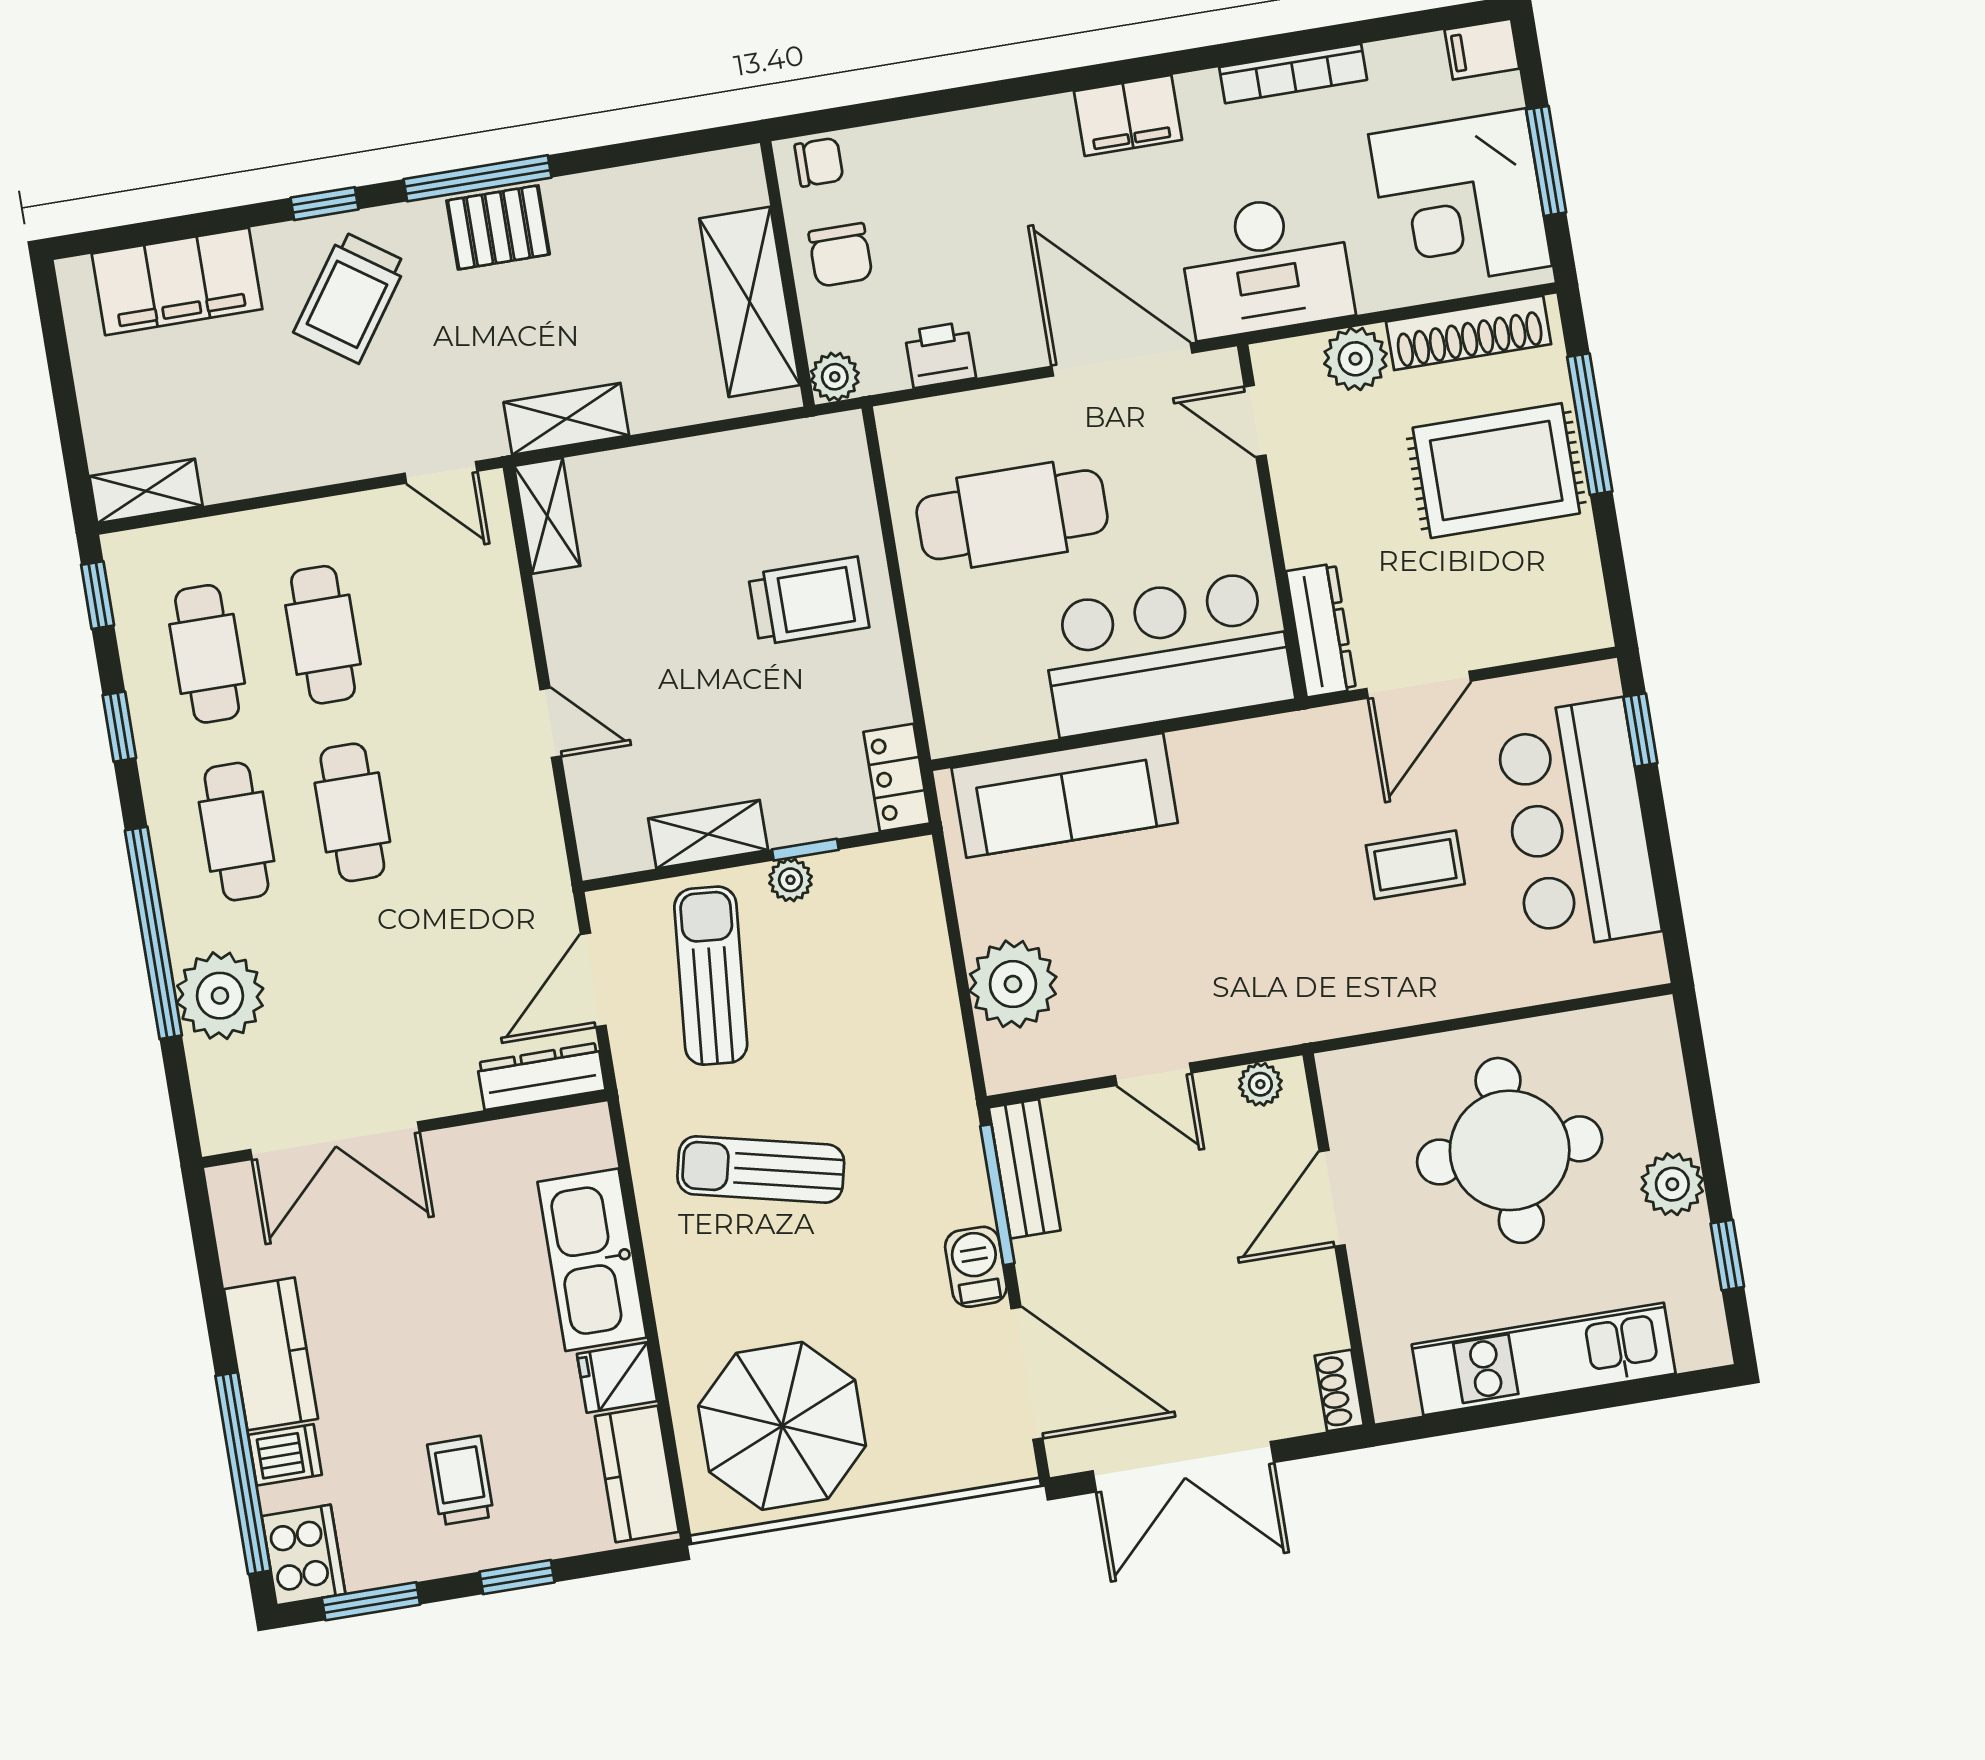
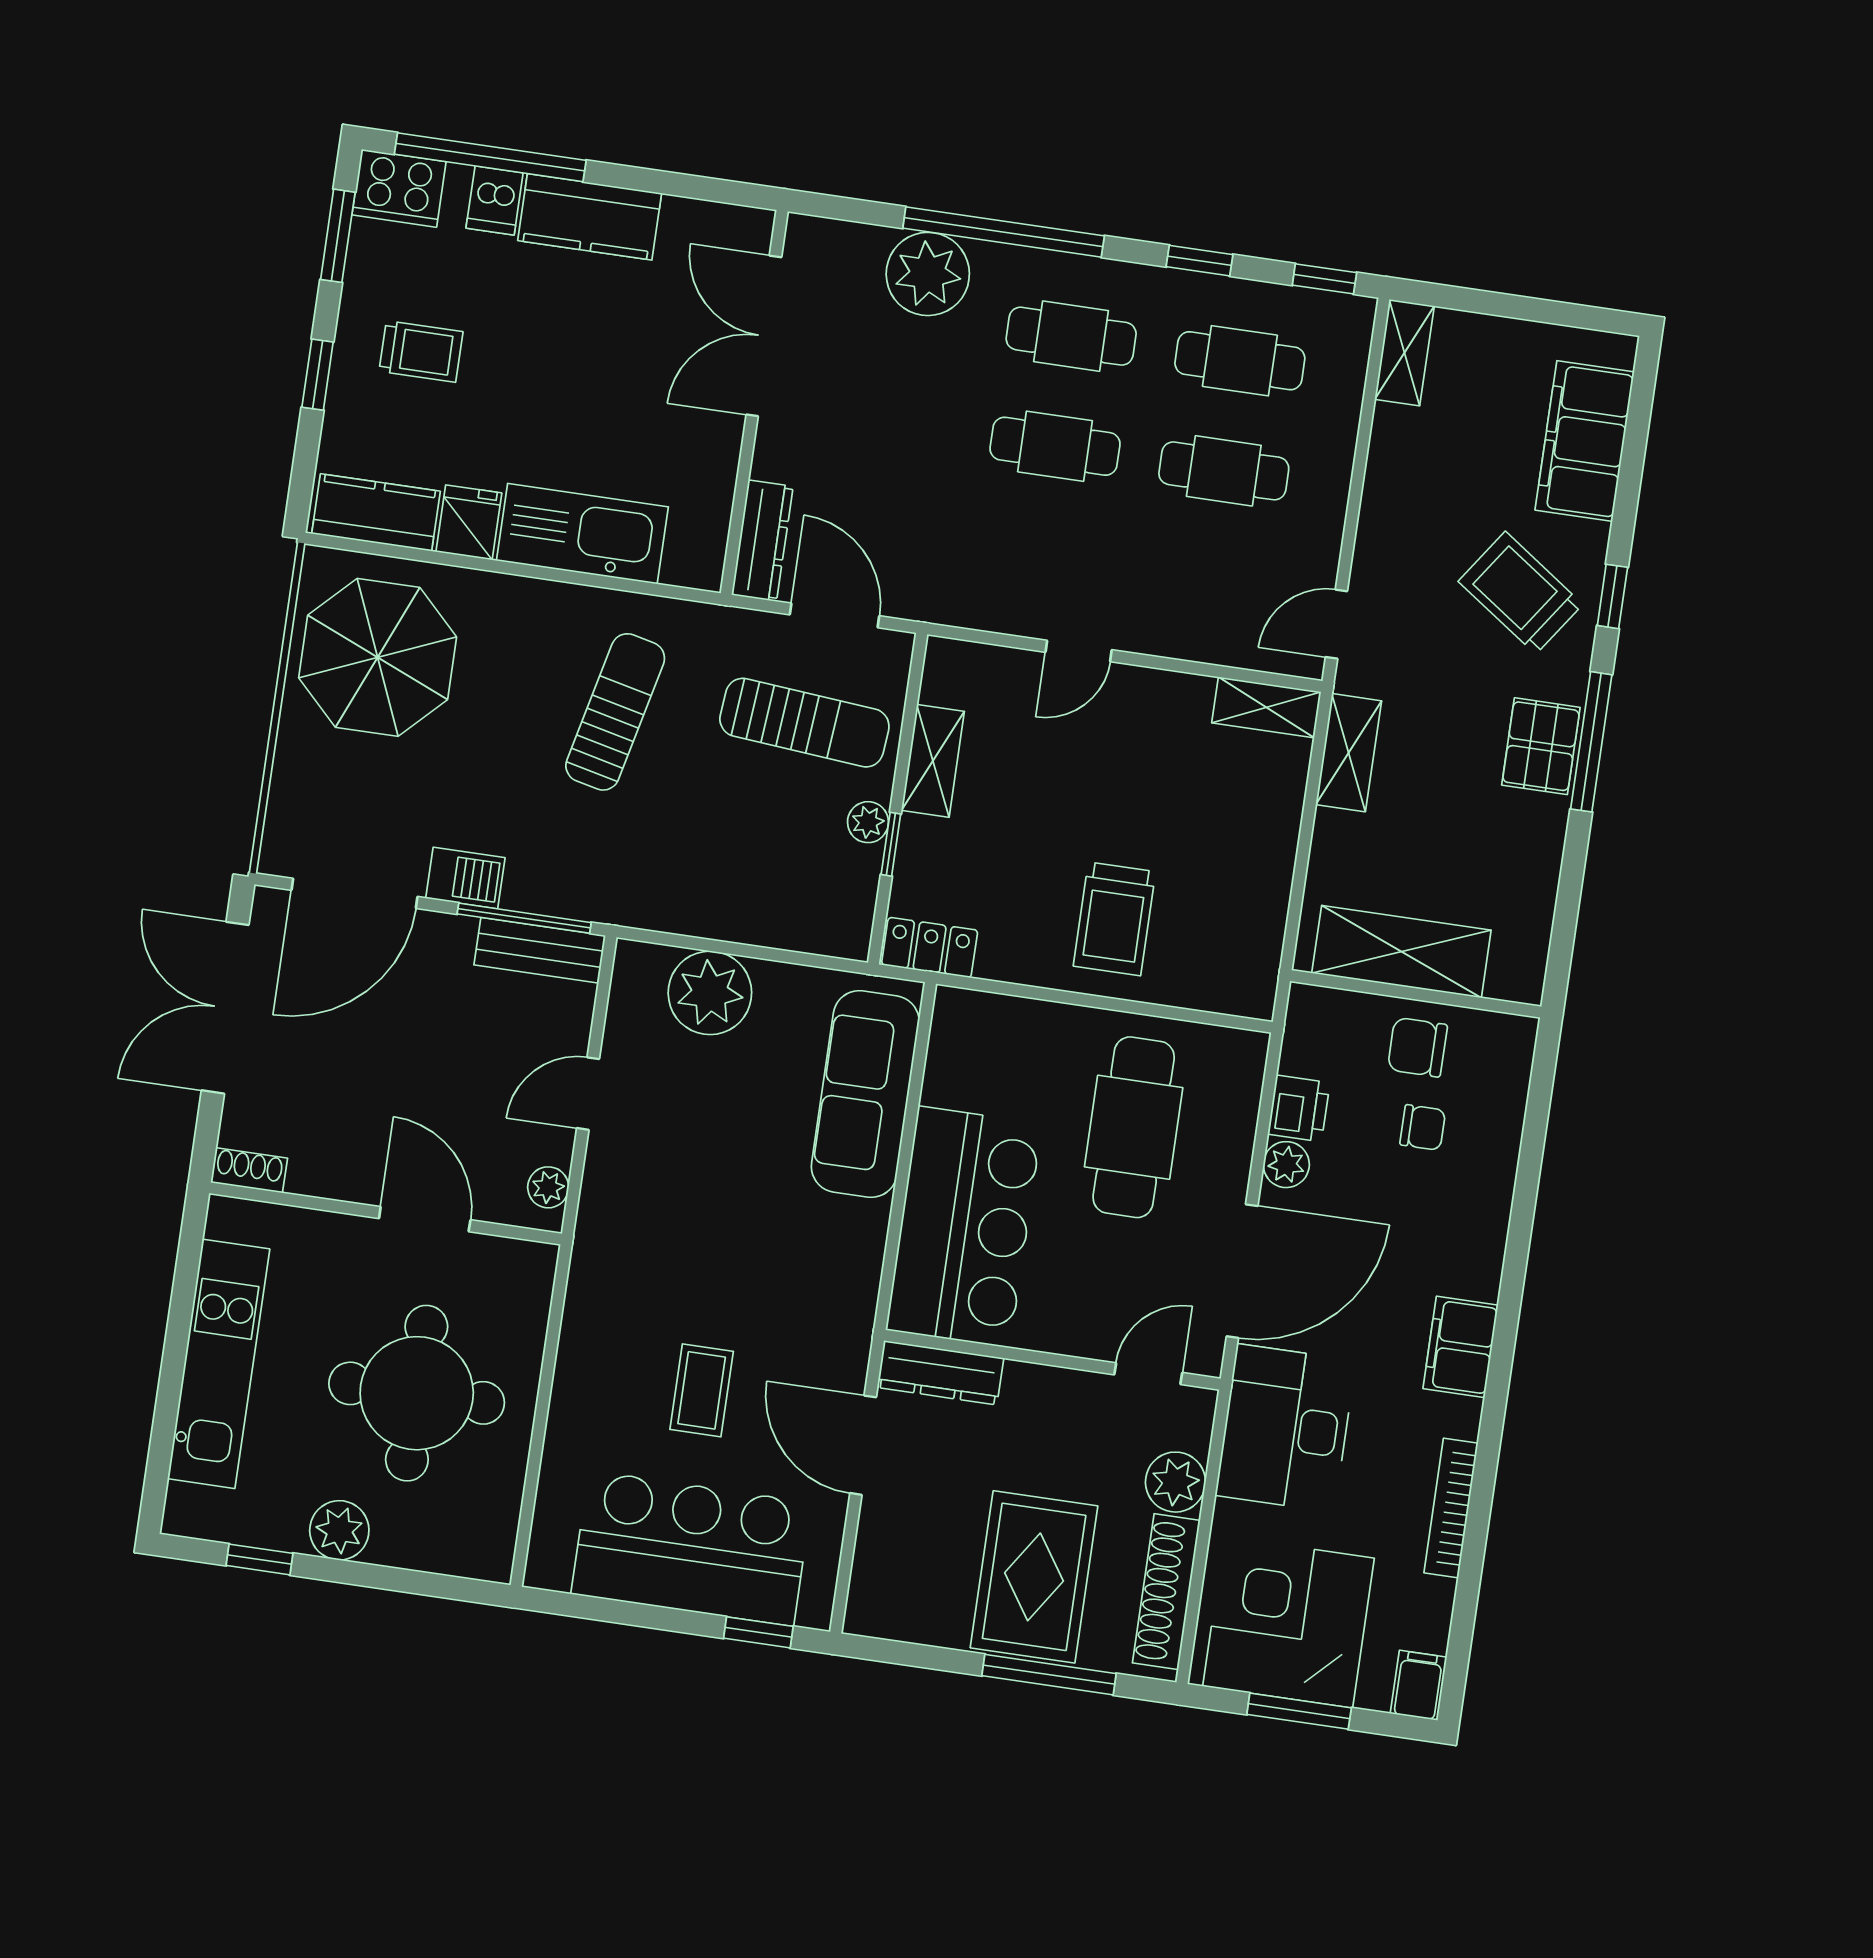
chair: (819, 162) -> (1423, 1127), moved, turned -90
plant: (835, 377) -> (1286, 1165), moved

